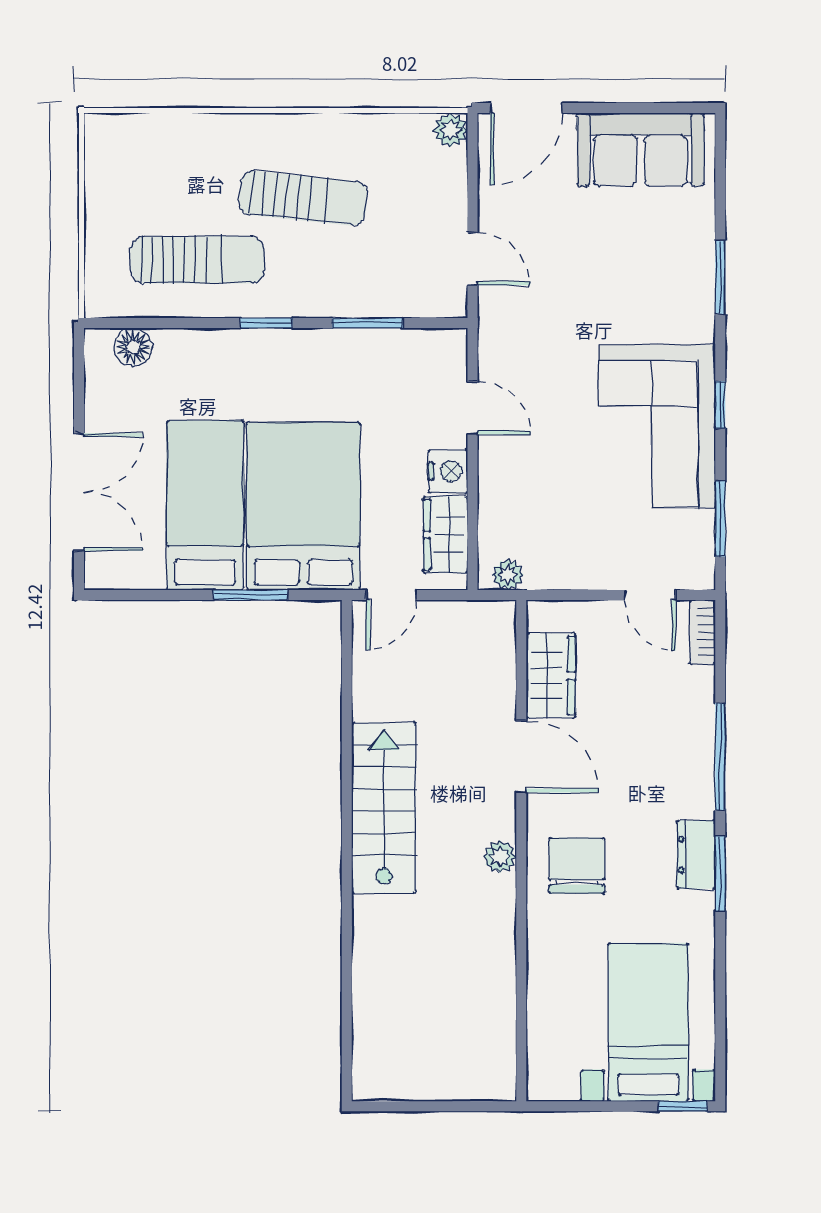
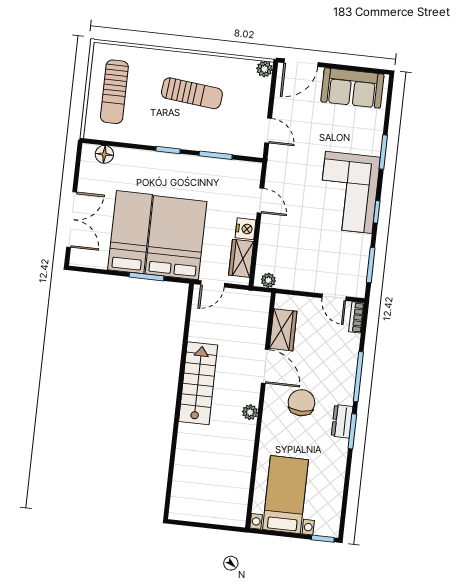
sun lounger: (197, 260) -> (114, 92), moved, turned 90
corner sofa: (657, 426) -> (349, 192), moved
chair: (577, 866) -> (301, 403), moved
bed with nightstands: (648, 1022) -> (285, 495), moved

